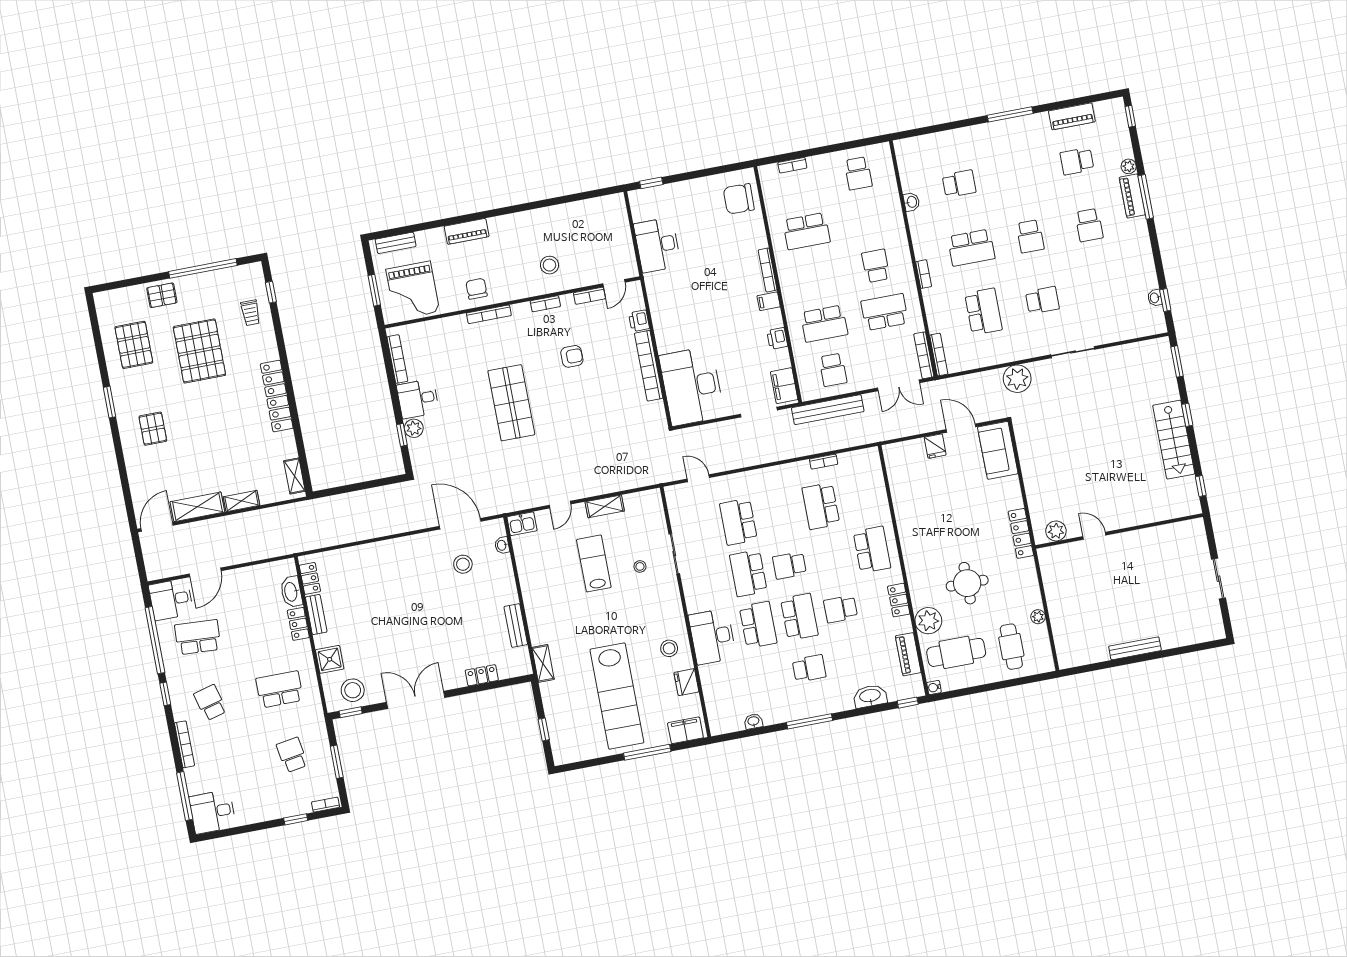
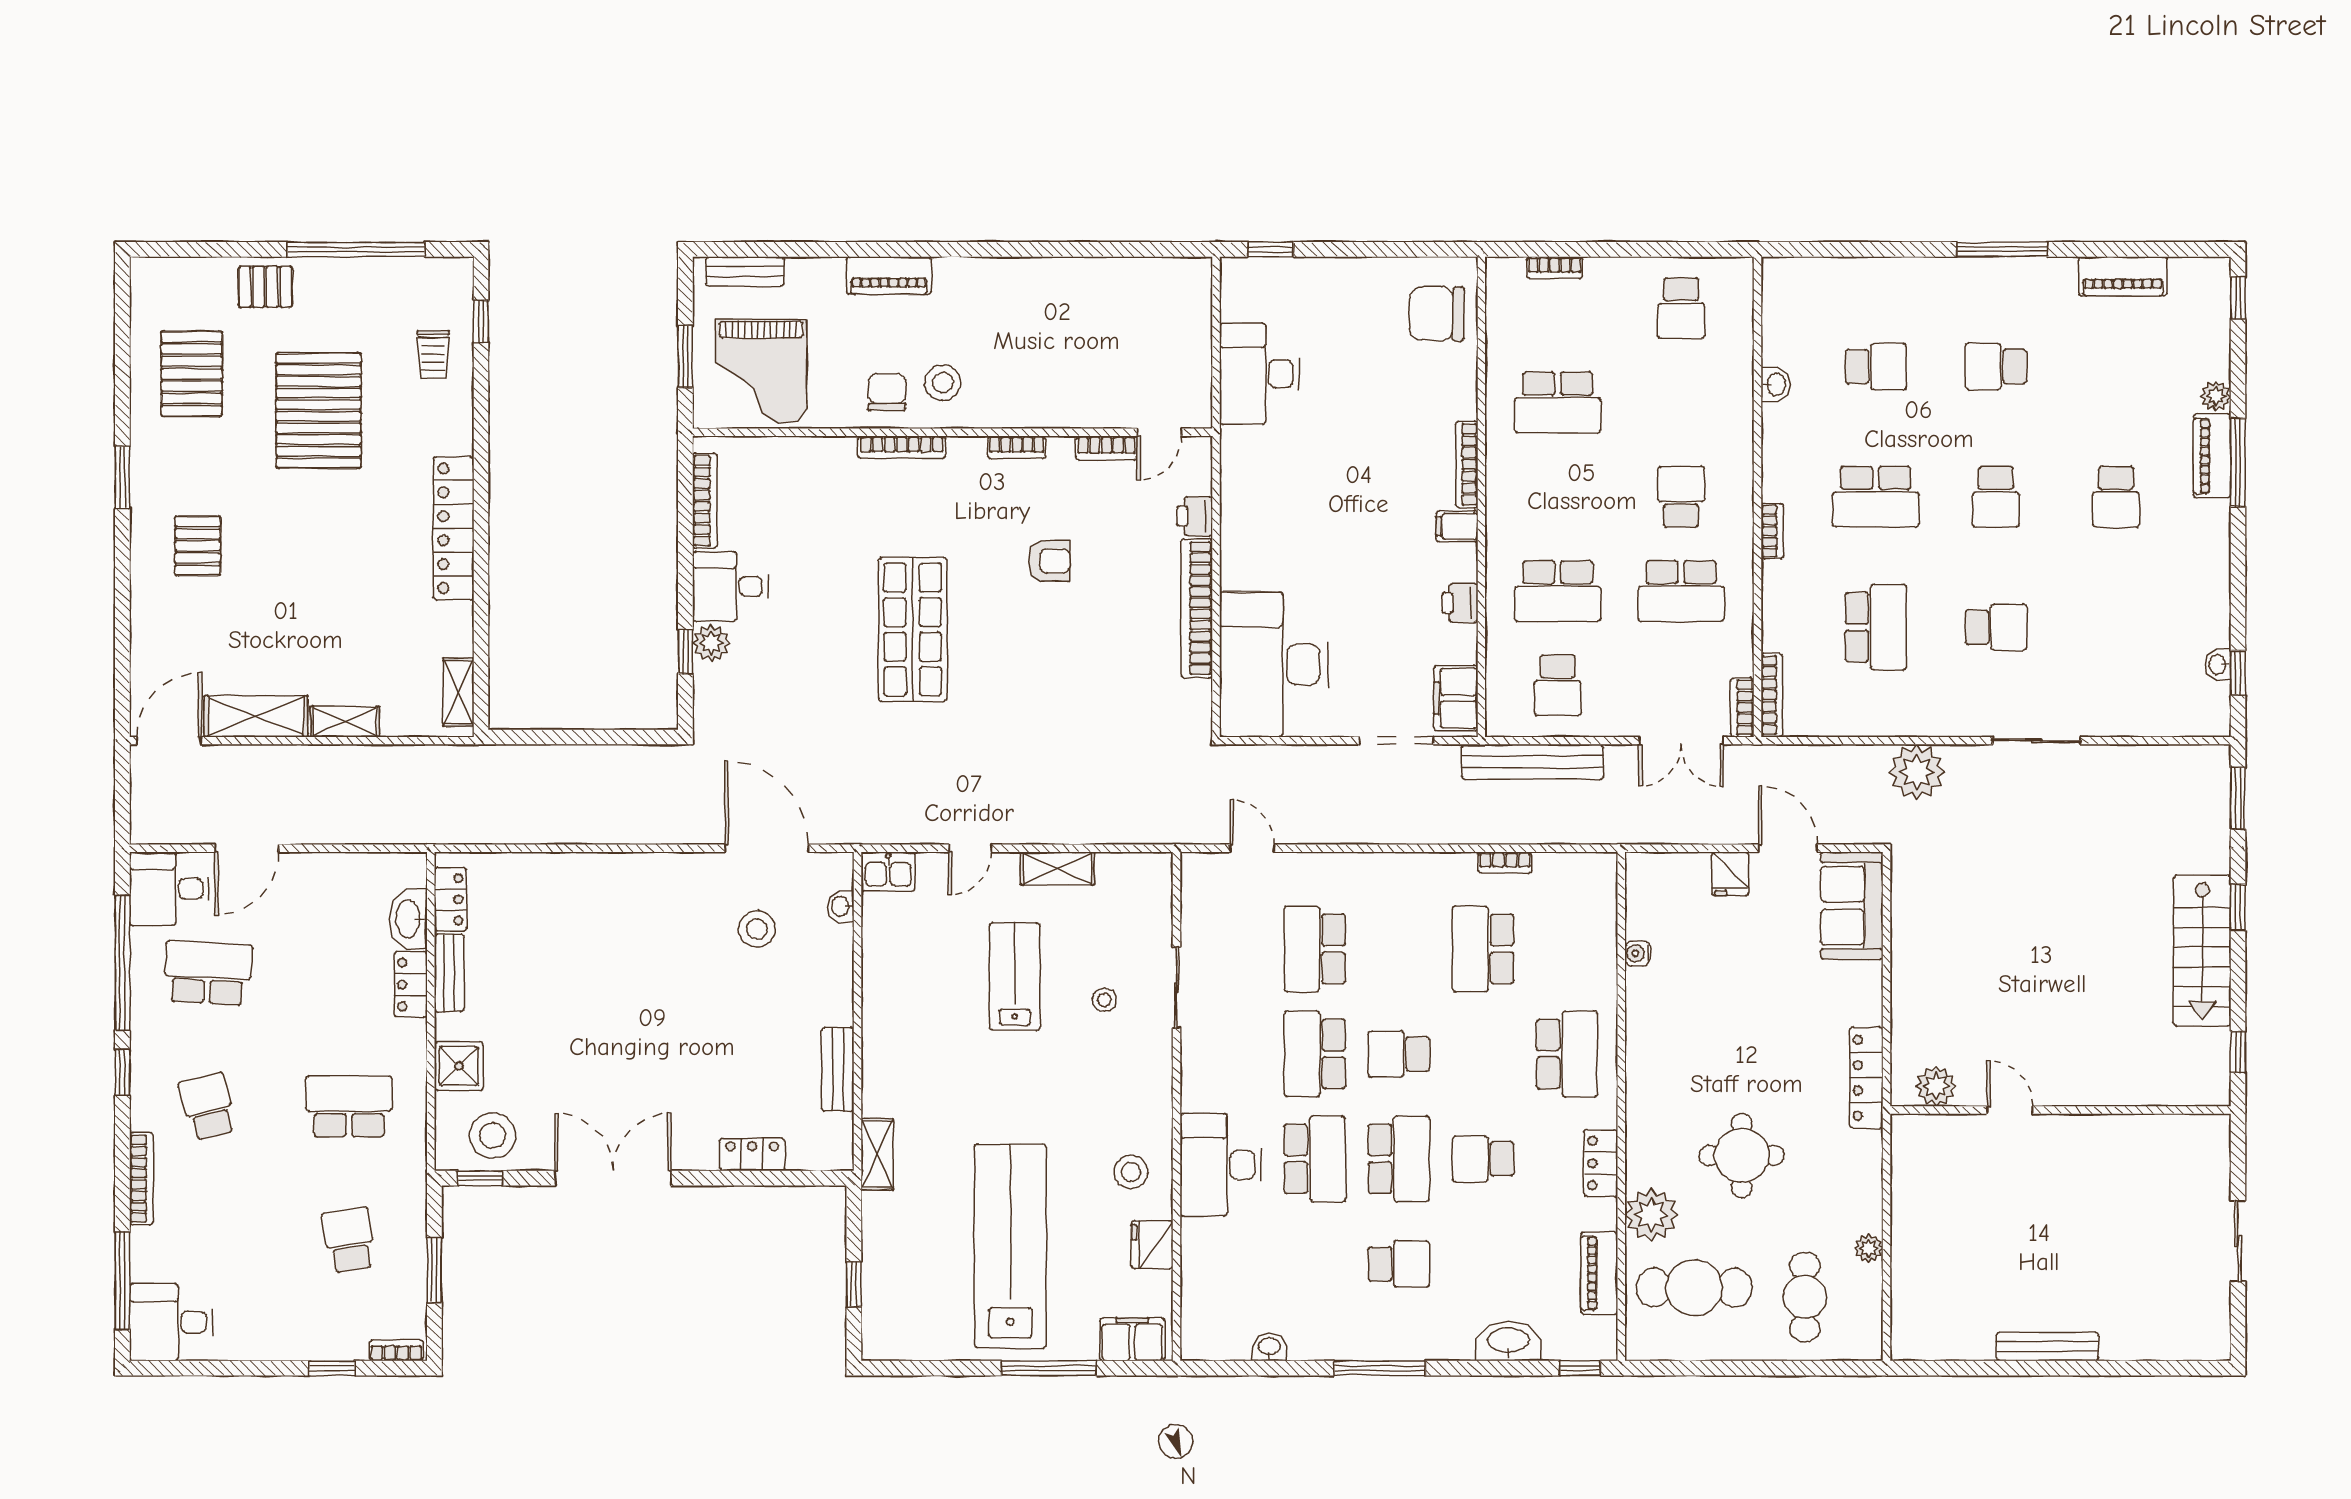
school desk: (1077, 161) -> (1996, 367), moved
stool: (549, 265) -> (943, 382), moved
school desk: (885, 312) -> (1681, 591), turned 180
bookcase: (924, 355) -> (1742, 708), width x0.64
water cooler: (934, 687) -> (1637, 953), moved
lab bench: (617, 696) -> (1010, 1246), turned 180

